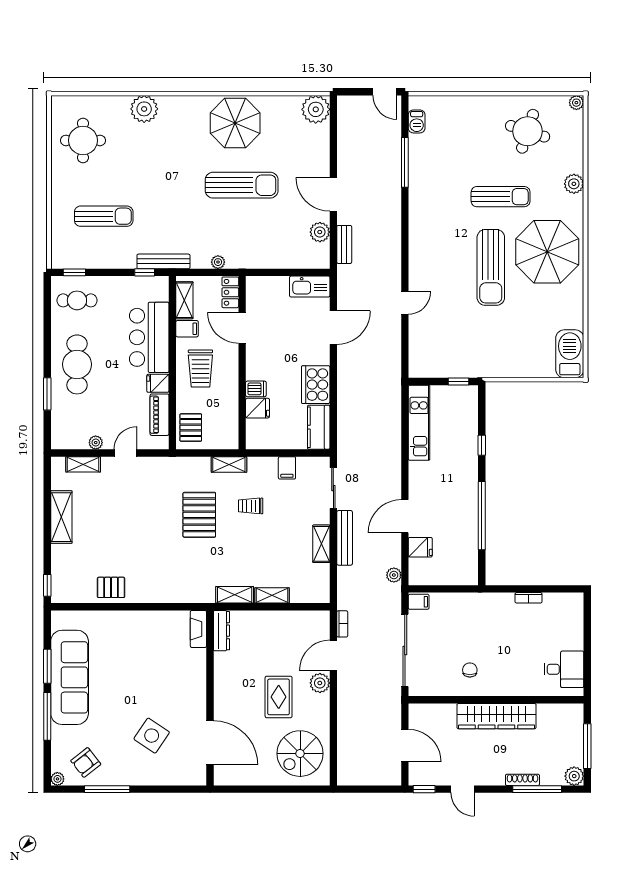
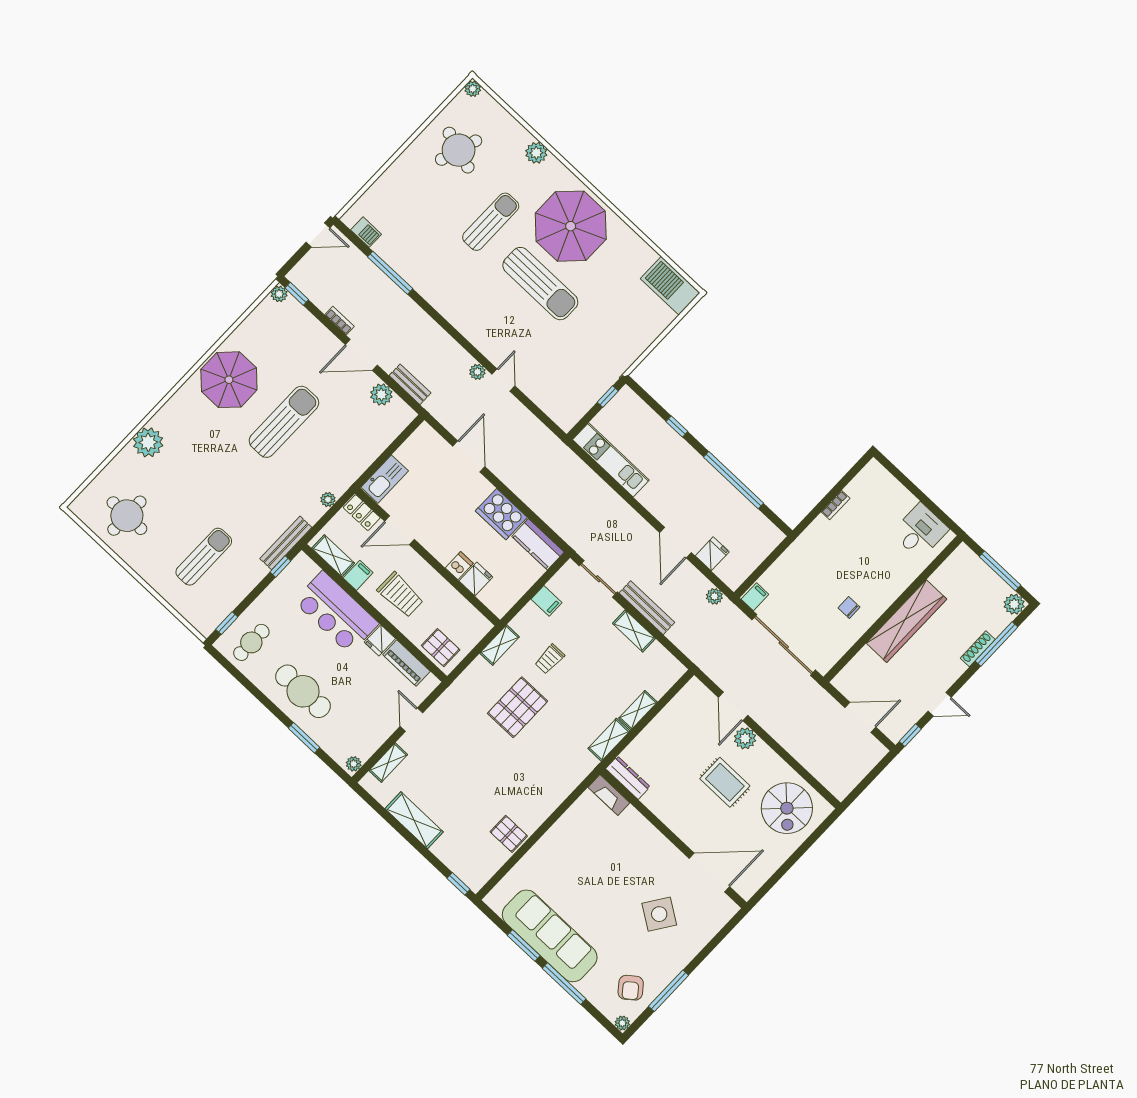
plant: (316, 109) -> (279, 294), width x0.53, depth x0.53
window: (333, 114) -> (297, 294), added
plant: (394, 281) -> (477, 372), added
kitchen sink: (310, 287) -> (385, 479), moved
plant: (96, 443) -> (354, 764), moved
pallet: (199, 515) -> (518, 707), turned 90
pallet: (111, 587) -> (509, 834), turned 90
bookcase: (342, 624) -> (340, 321), moved

